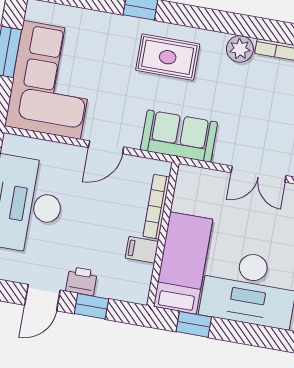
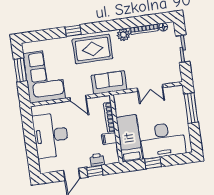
rug: (168, 57) -> (93, 49), width x1.36, depth x1.43
door: (106, 147) -> (78, 98), hinge flipped
printer: (82, 281) -> (97, 160), moved
window: (194, 324) -> (153, 163), moved

